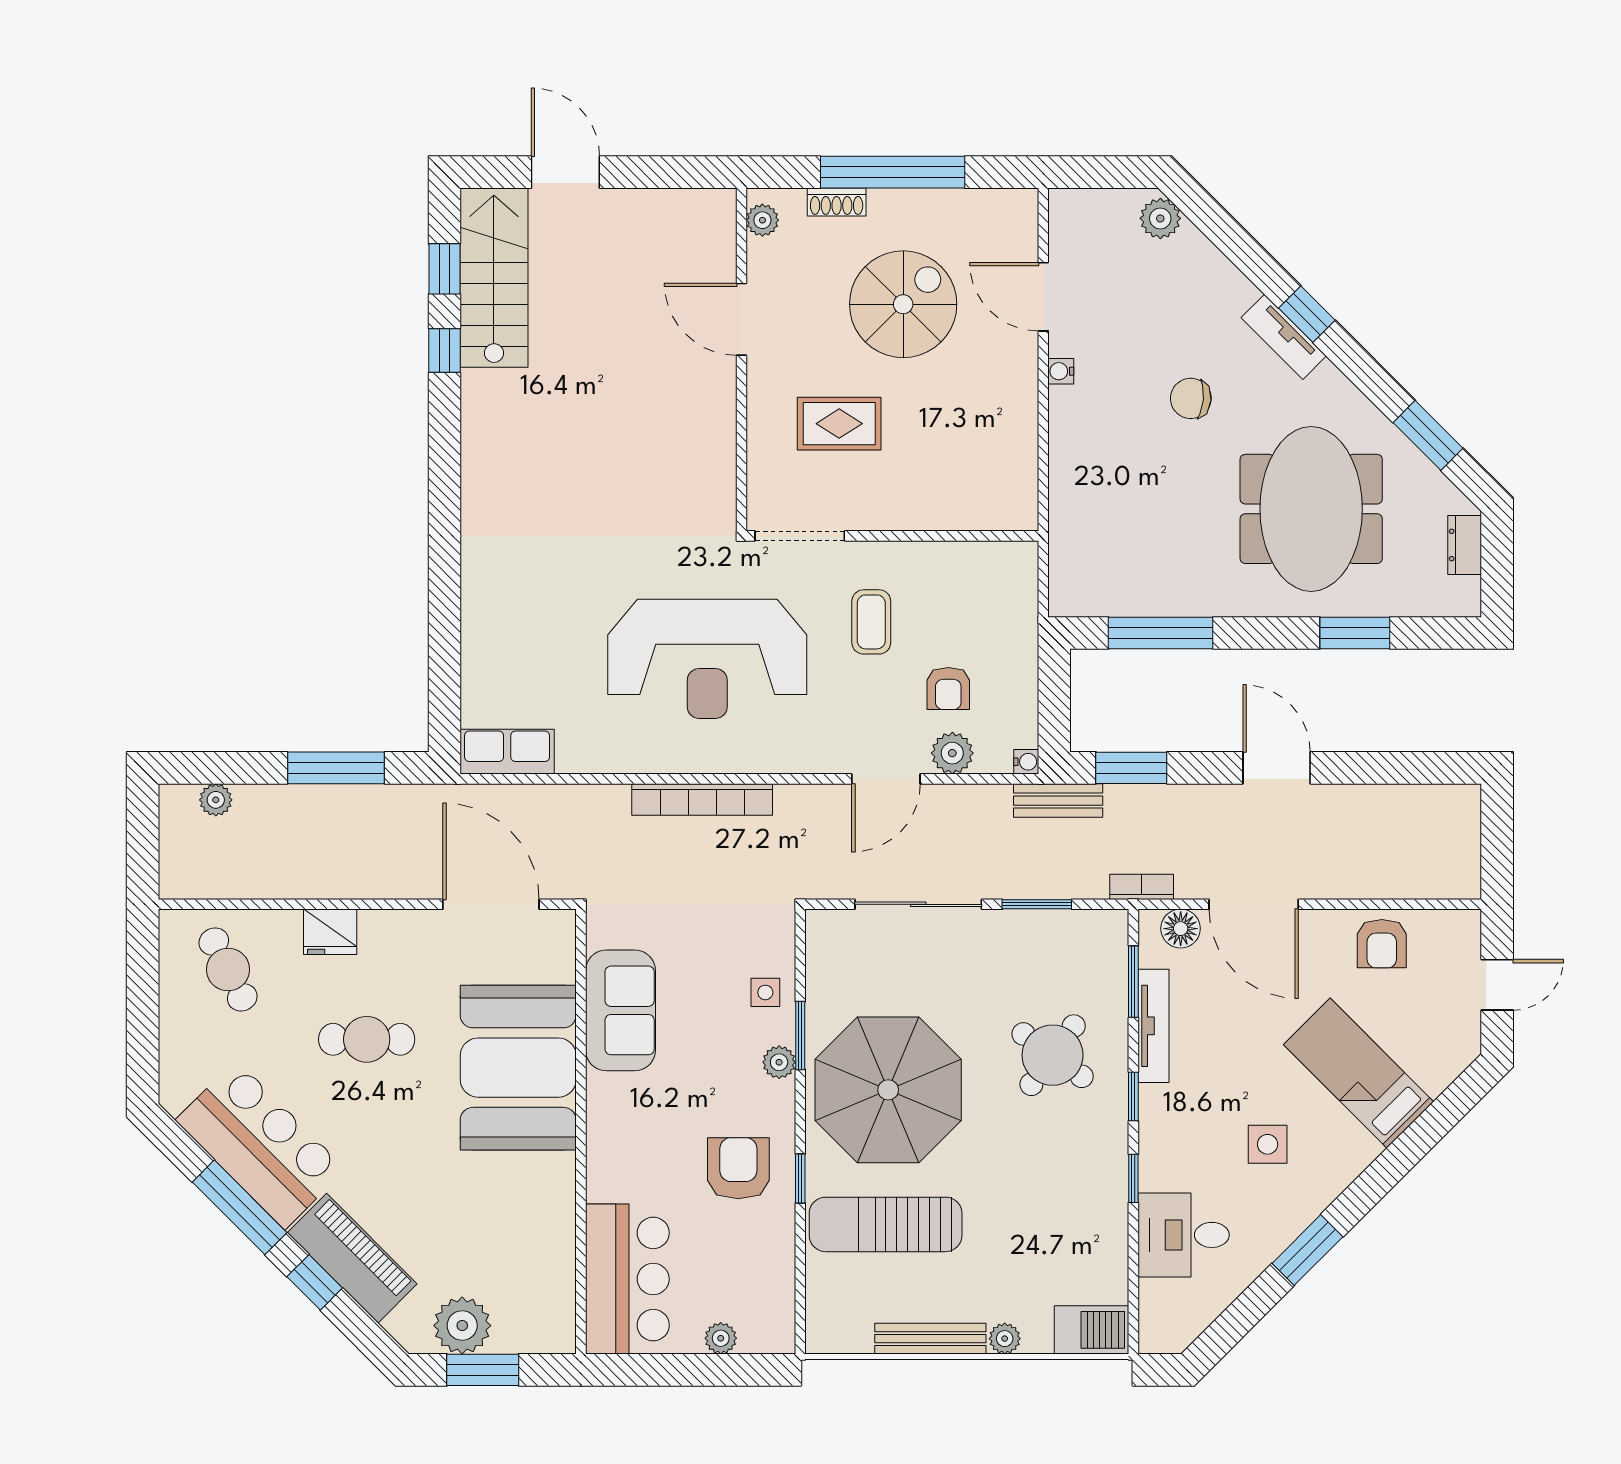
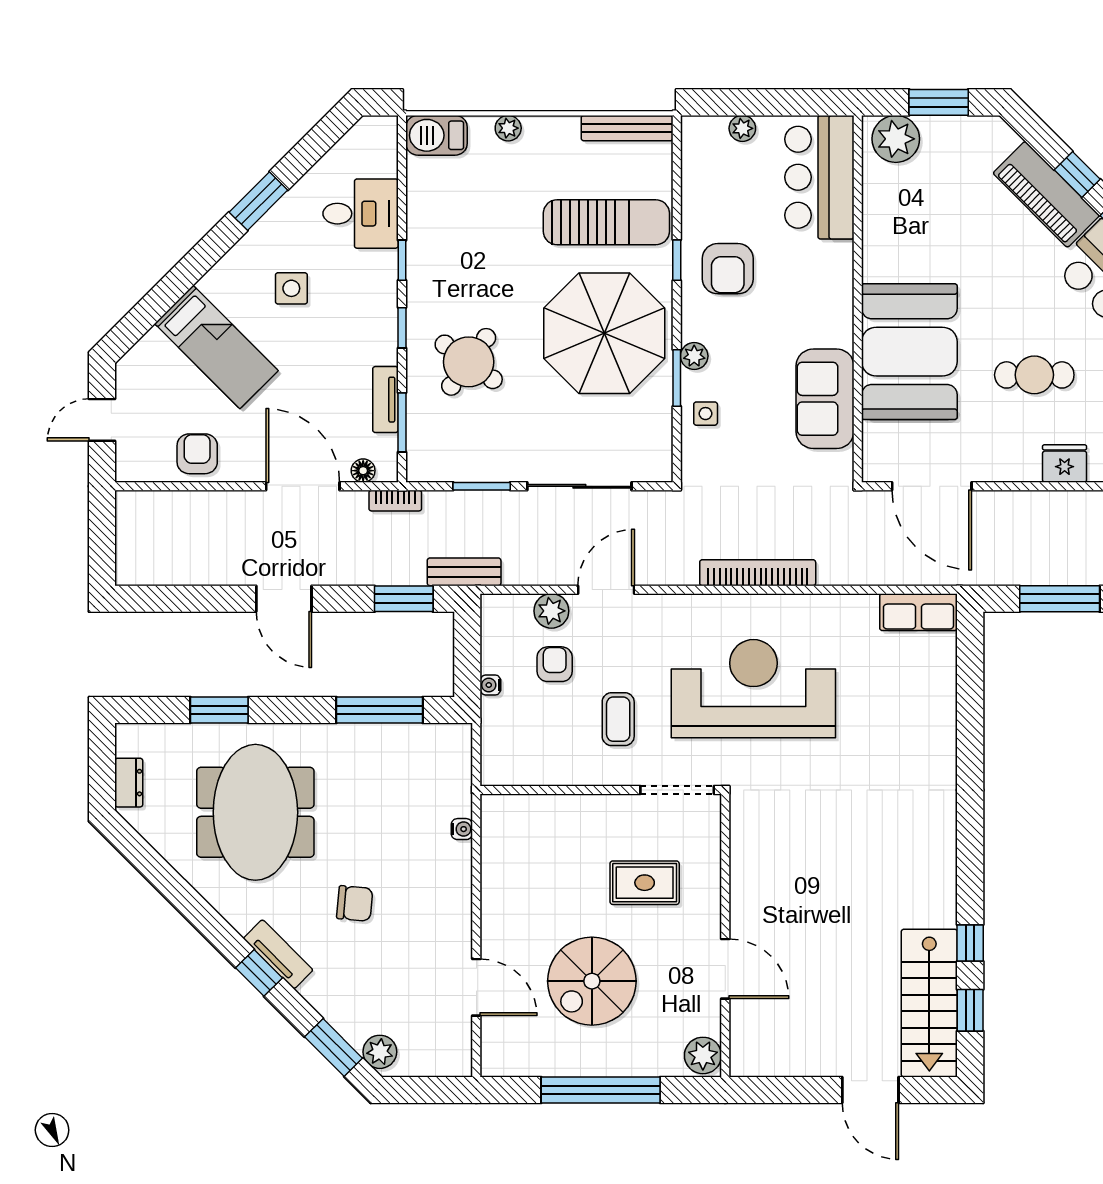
shoe rack: (837, 202) -> (647, 1065), removed
plant: (762, 220) -> (703, 1055), width x1.38, depth x1.38
water cooler: (1061, 371) -> (462, 829), moved
window: (1428, 435) -> (334, 1048), moved
water cooler: (1026, 762) -> (490, 685), moved
floor lamp: (1181, 929) -> (363, 471), width x0.73, depth x0.73
tv unit: (1153, 1026) -> (385, 400), width x0.71
plant: (462, 1326) -> (896, 139), moved
bench: (930, 1339) -> (627, 128), moved

